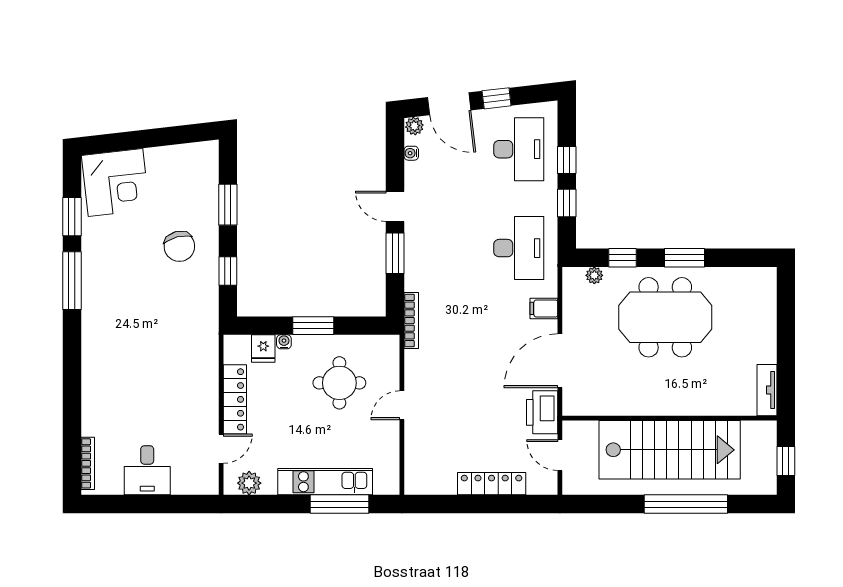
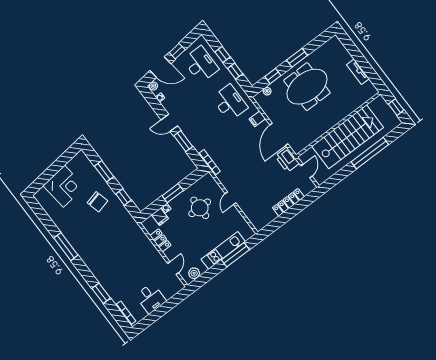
corner desk: (115, 182) -> (64, 186), moved
window: (72, 217) -> (101, 293), moved
tv unit: (767, 390) -> (358, 72), moved
locker: (235, 399) -> (160, 240), width x0.66
door: (560, 455) -> (307, 171), swing flipped

